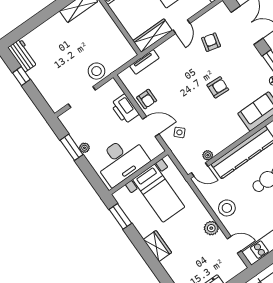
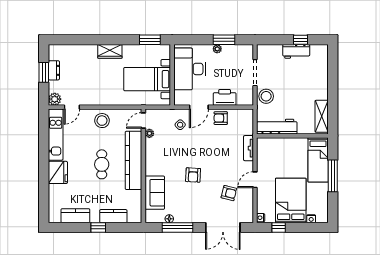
door: (181, 27) -> (255, 180), hinge flipped
wardrobe: (153, 36) -> (263, 154), removed
workbench: (118, 41) -> (277, 127), added
workbench: (23, 55) -> (296, 51), moved
tv unit: (144, 62) -> (248, 148), moved
plant: (211, 228) -> (55, 99), moved

